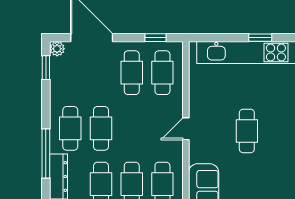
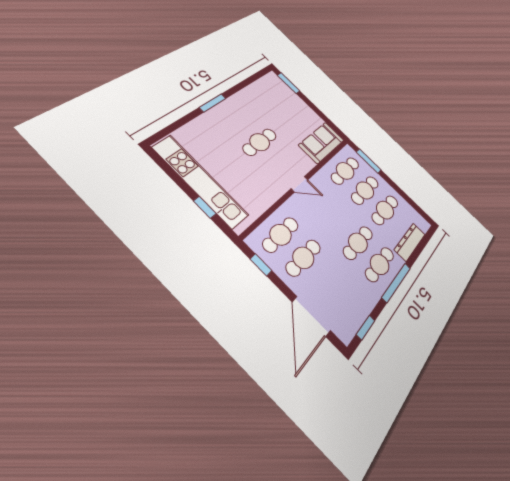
window: (260, 38) -> (205, 207), moved
plant: (57, 49) -> (346, 335), removed
window: (46, 154) -> (396, 283), moved

